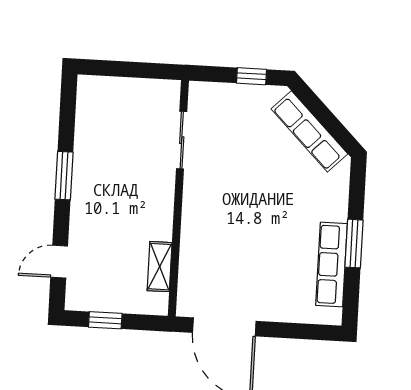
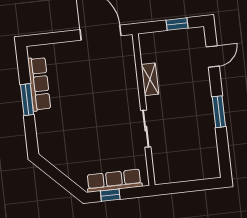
row of seats: (309, 131) -> (114, 181), moved, turned -45
sliding door: (182, 140) -> (146, 129), moved
shelving: (160, 267) -> (150, 79), moved

